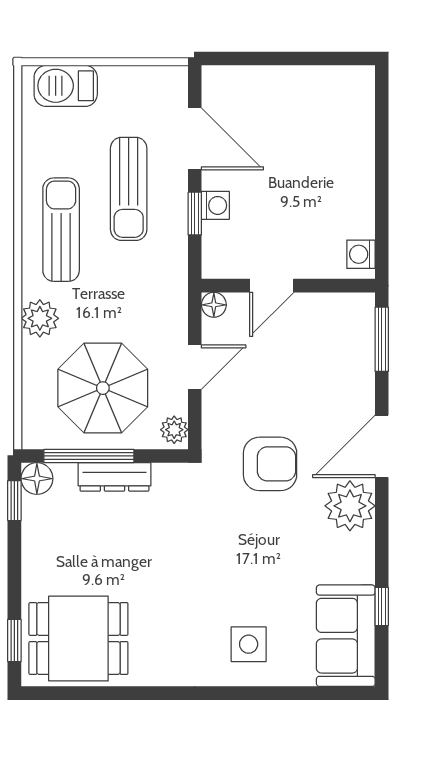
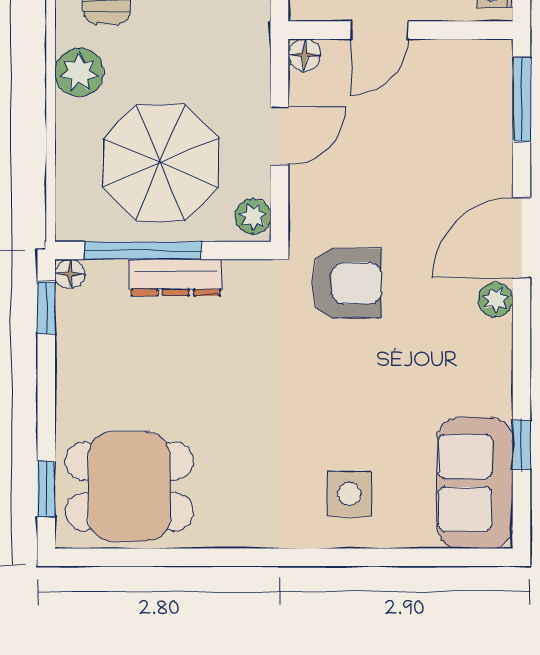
armchair: (270, 464) -> (347, 283), moved
floor lamp: (37, 479) -> (70, 274), width x0.73, depth x0.73
plant: (350, 506) -> (496, 300), width x0.53, depth x0.53

